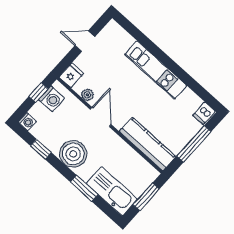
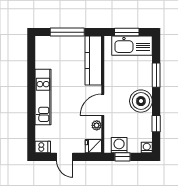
dishwasher: (204, 113) -> (43, 147), moved
kitchen sink: (112, 191) -> (132, 46), moved, turned -90

